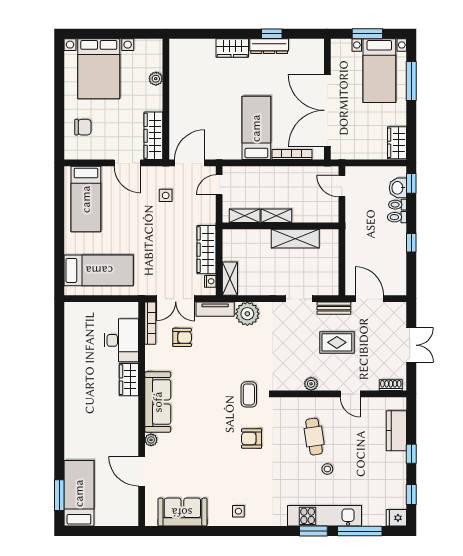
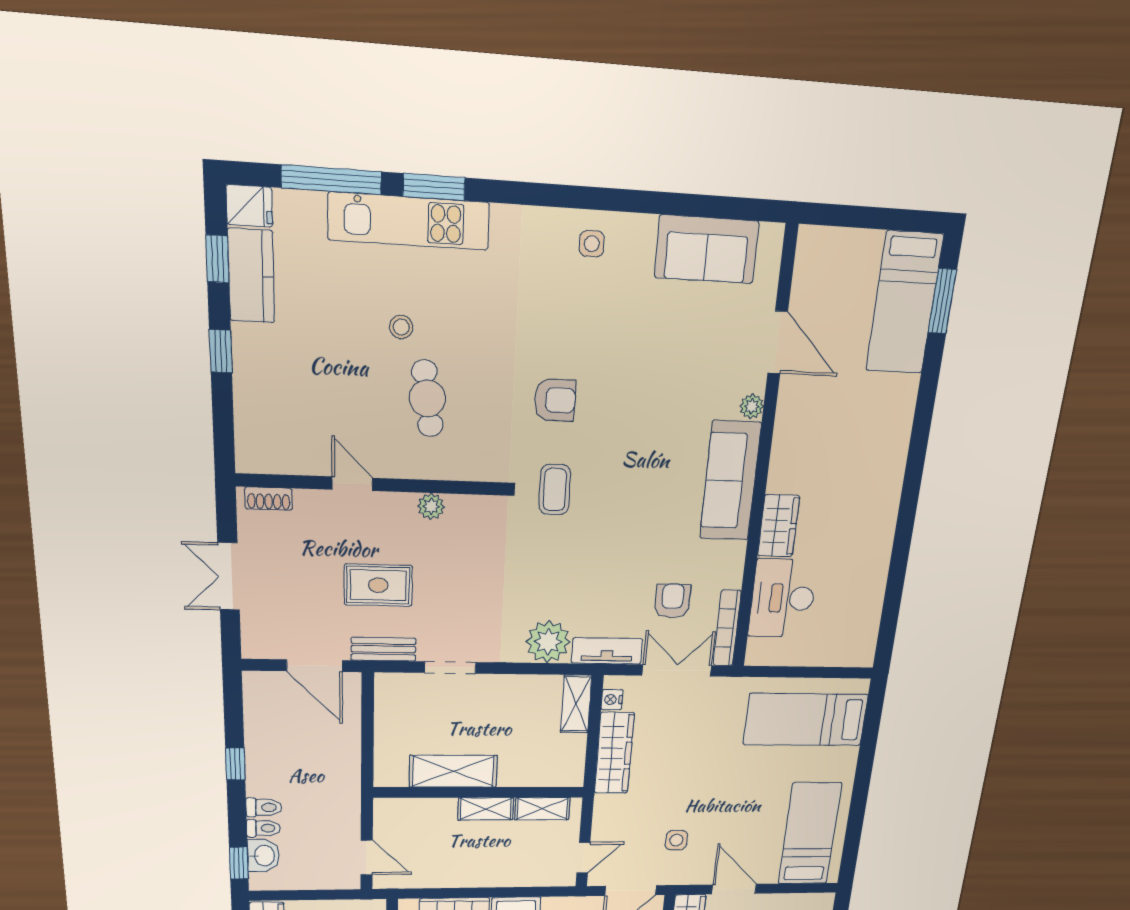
armchair: (182, 337) -> (672, 601), turned 90
kitchen counter: (396, 431) -> (251, 276), moved

